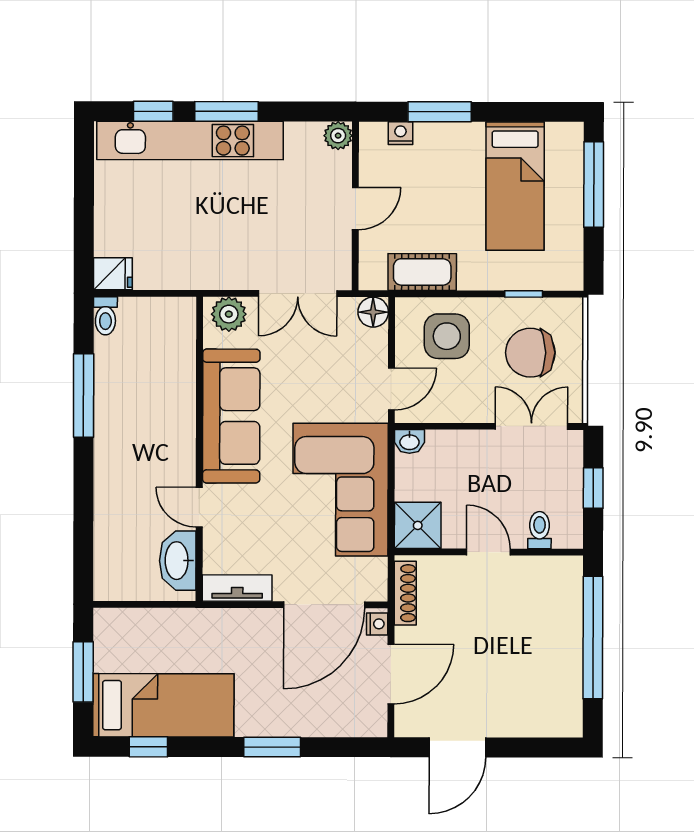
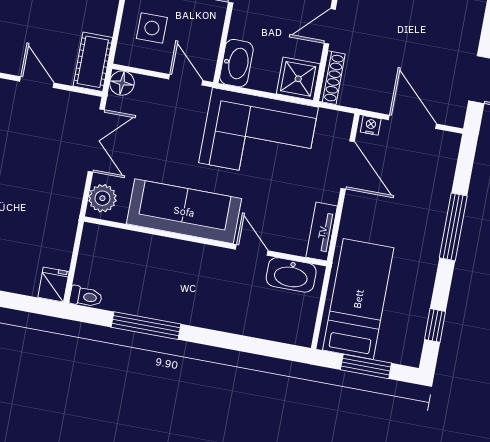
cot: (422, 272) -> (93, 62), moved
side table: (447, 336) -> (152, 28), width x0.73, depth x0.73
washbasin: (409, 441) -> (236, 63), width x1.91, depth x1.45
door: (199, 507) -> (252, 250), swing flipped
shoe rack: (405, 593) -> (332, 78), moved, turned 90
door: (324, 605) -> (348, 165), width x0.73
bed: (163, 705) -> (358, 299), moved
window: (272, 747) -> (453, 227), width x1.44

